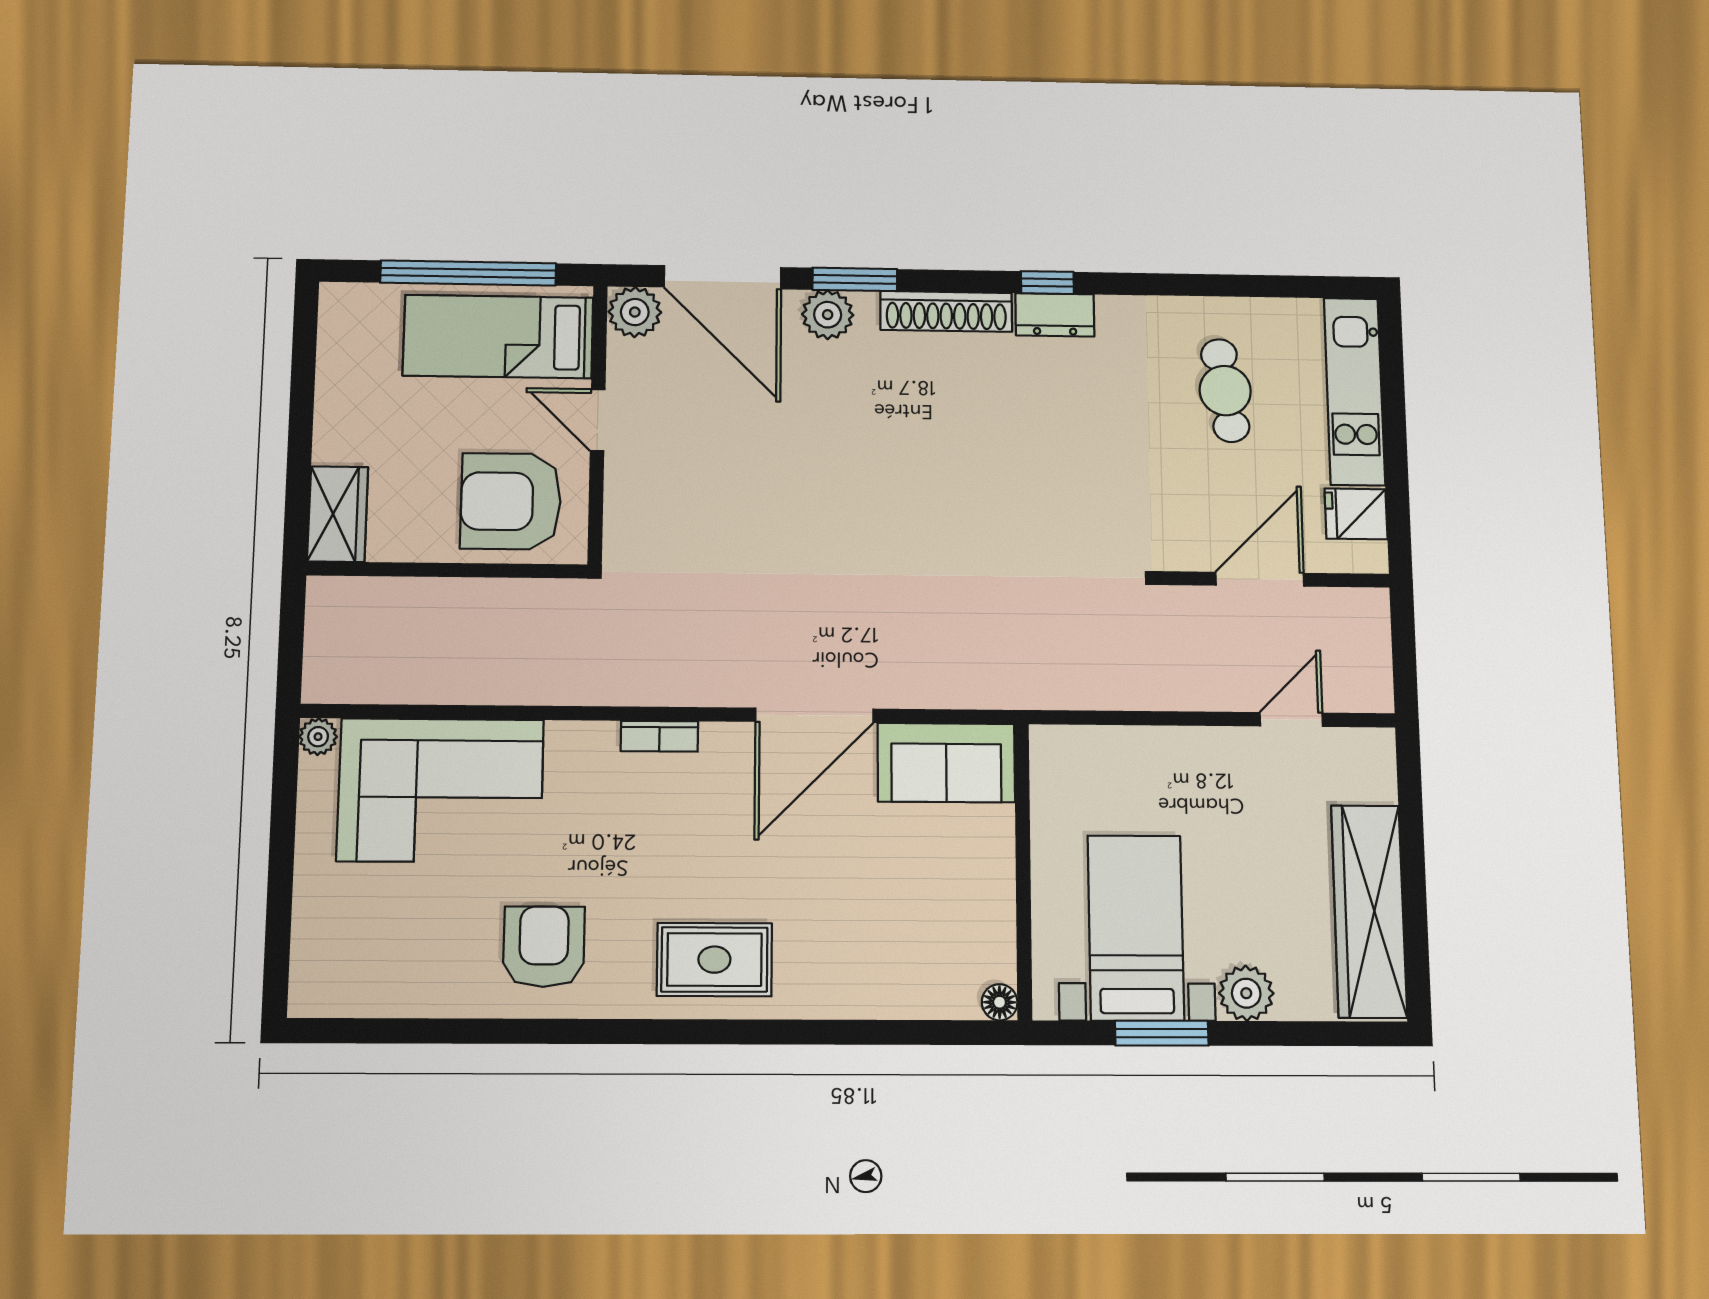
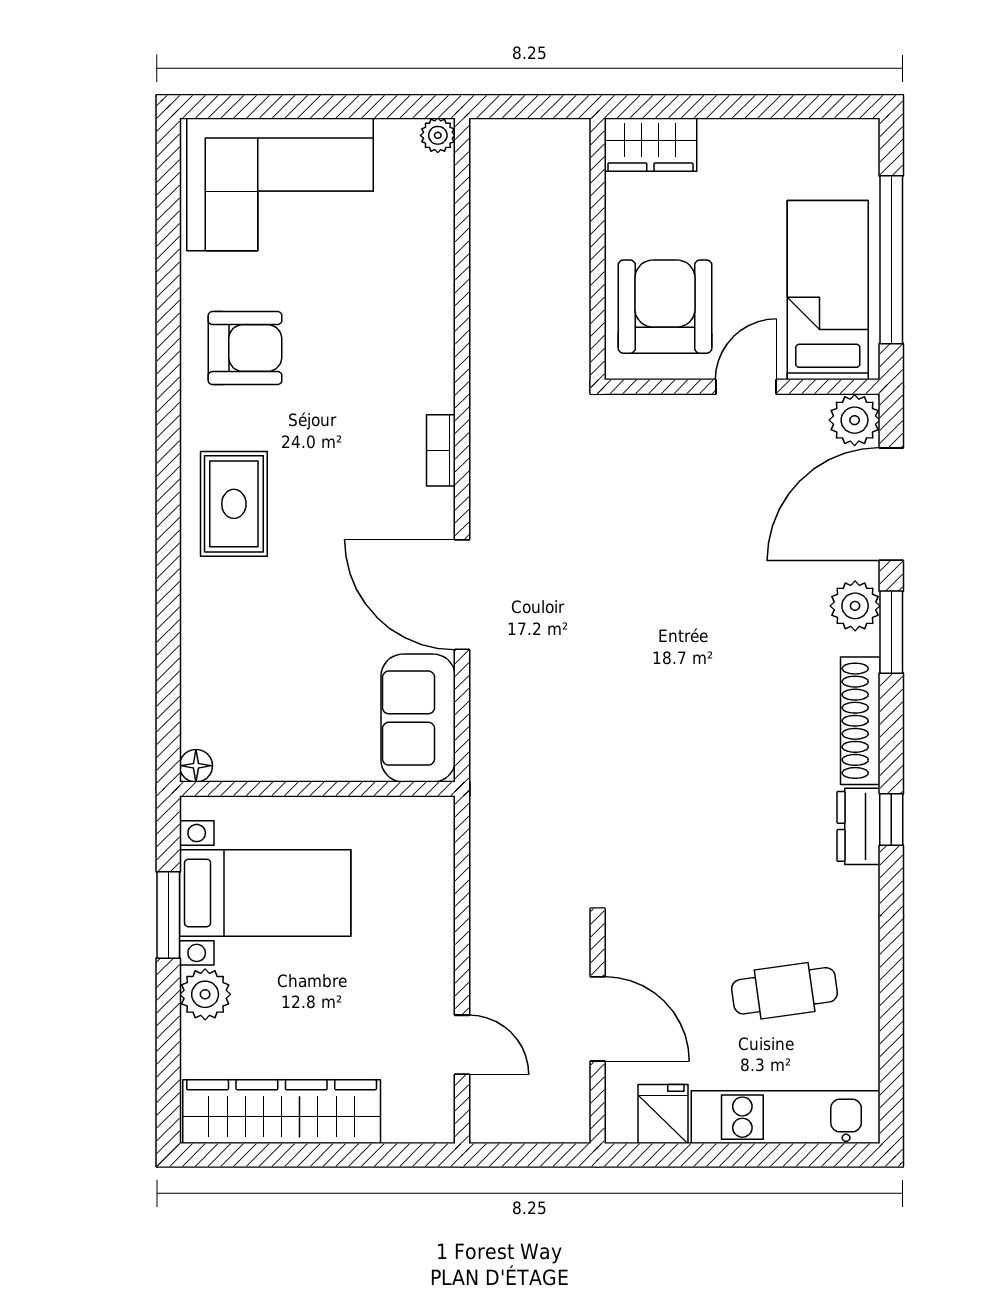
corner sofa: (441, 790) -> (280, 184), moved, turned -90

